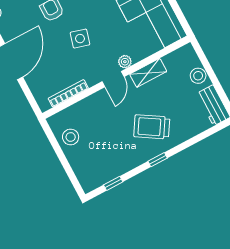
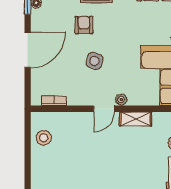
bookcase: (68, 93) -> (54, 101), width x0.64
trolley: (152, 127) -> (115, 165), removed

